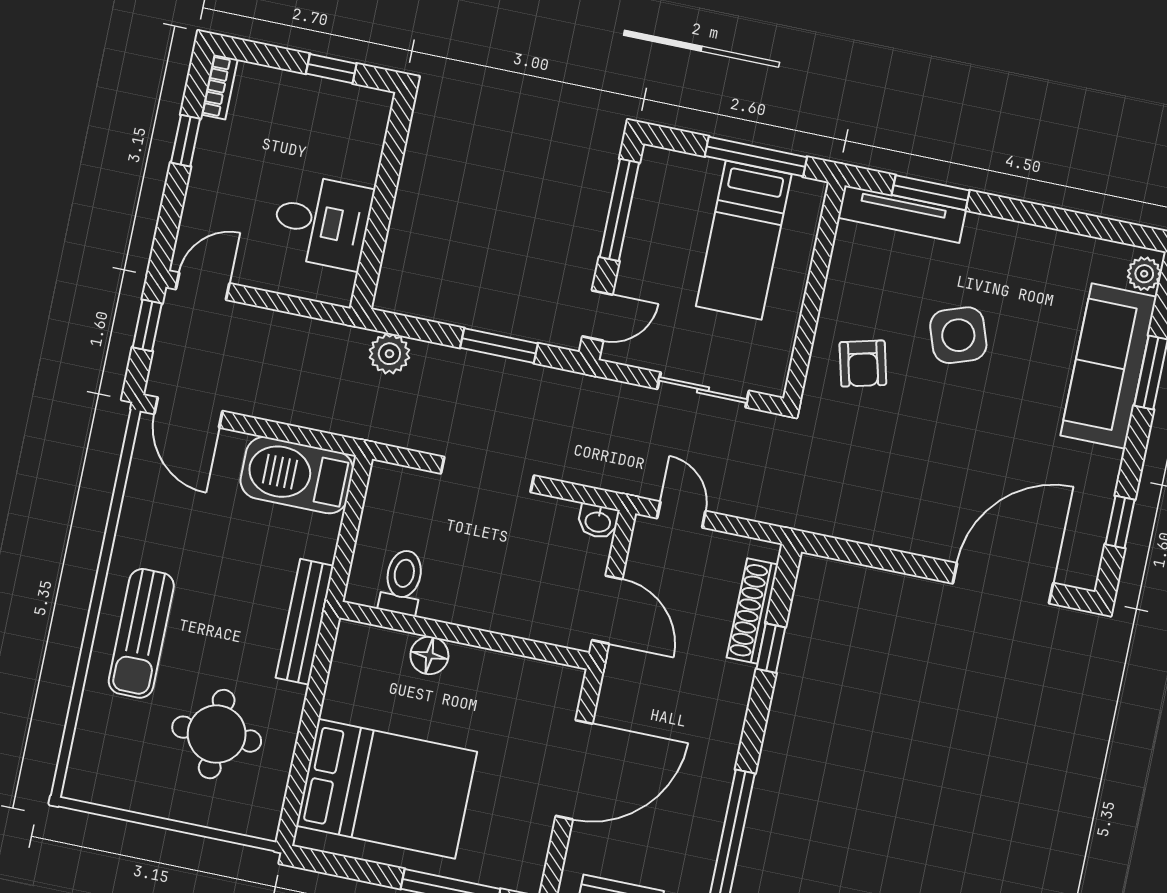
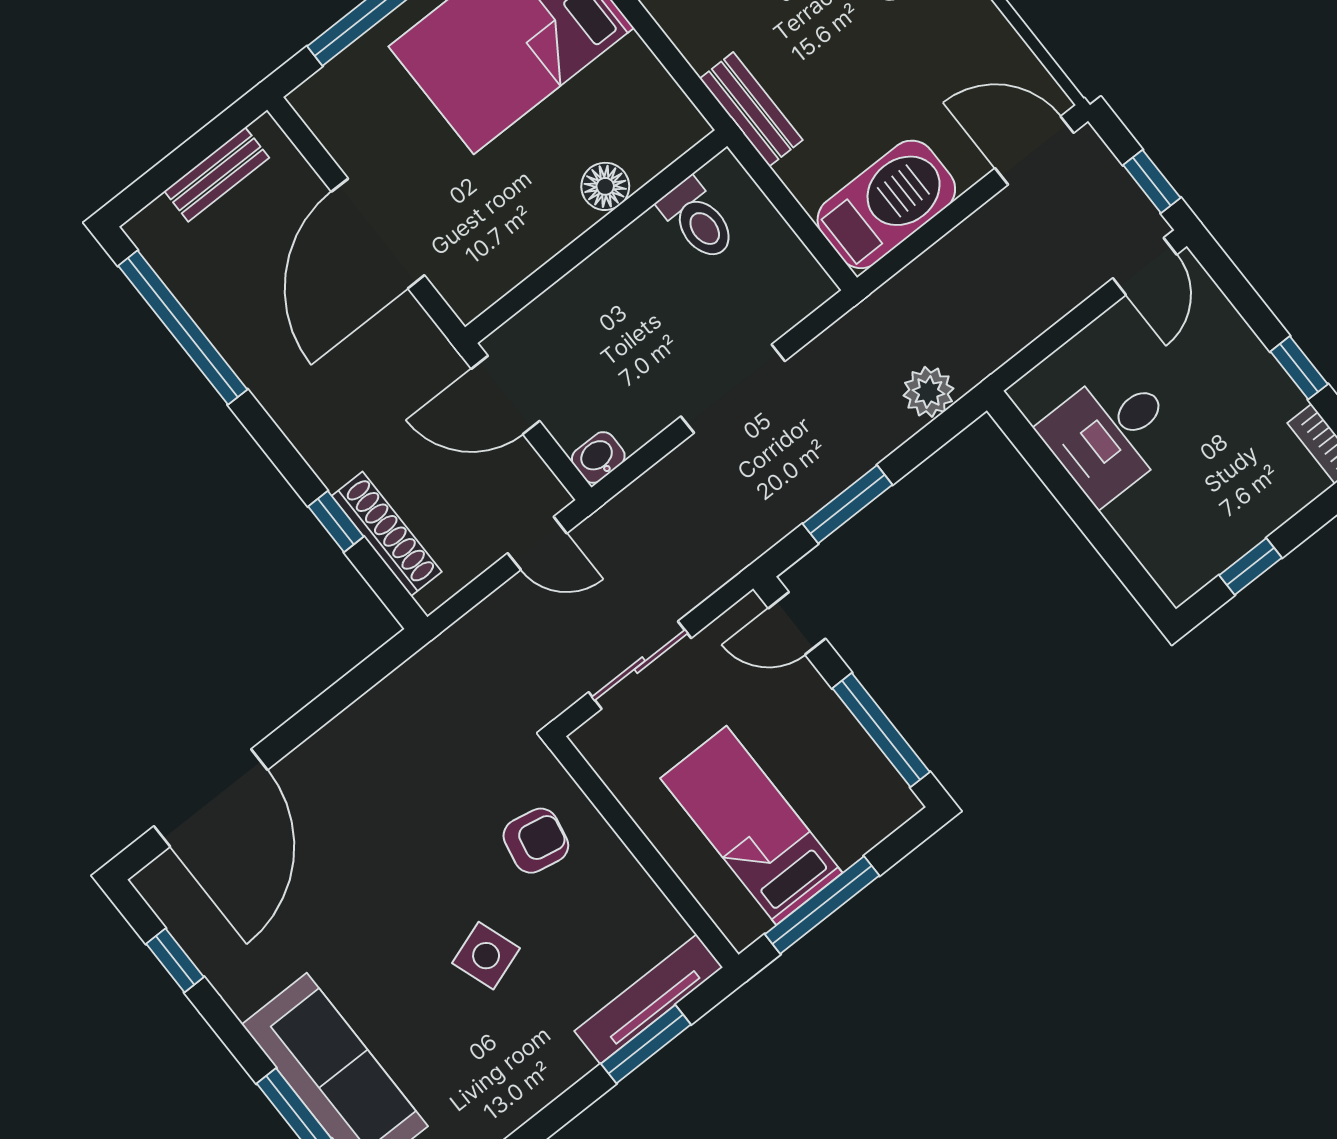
door: (597, 316) -> (797, 623), hinge flipped
side table: (958, 335) -> (486, 956), width x0.73, depth x0.73
armchair: (863, 364) -> (536, 841), turned 115
bench: (305, 622) -> (751, 109), width x0.73

